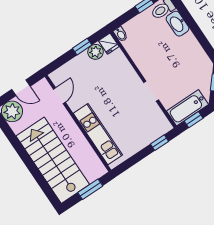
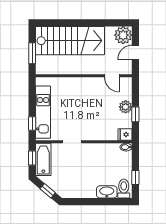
plant: (95, 52) -> (126, 107), moved
kitchen unit: (98, 134) -> (43, 112), moved, turned -90

